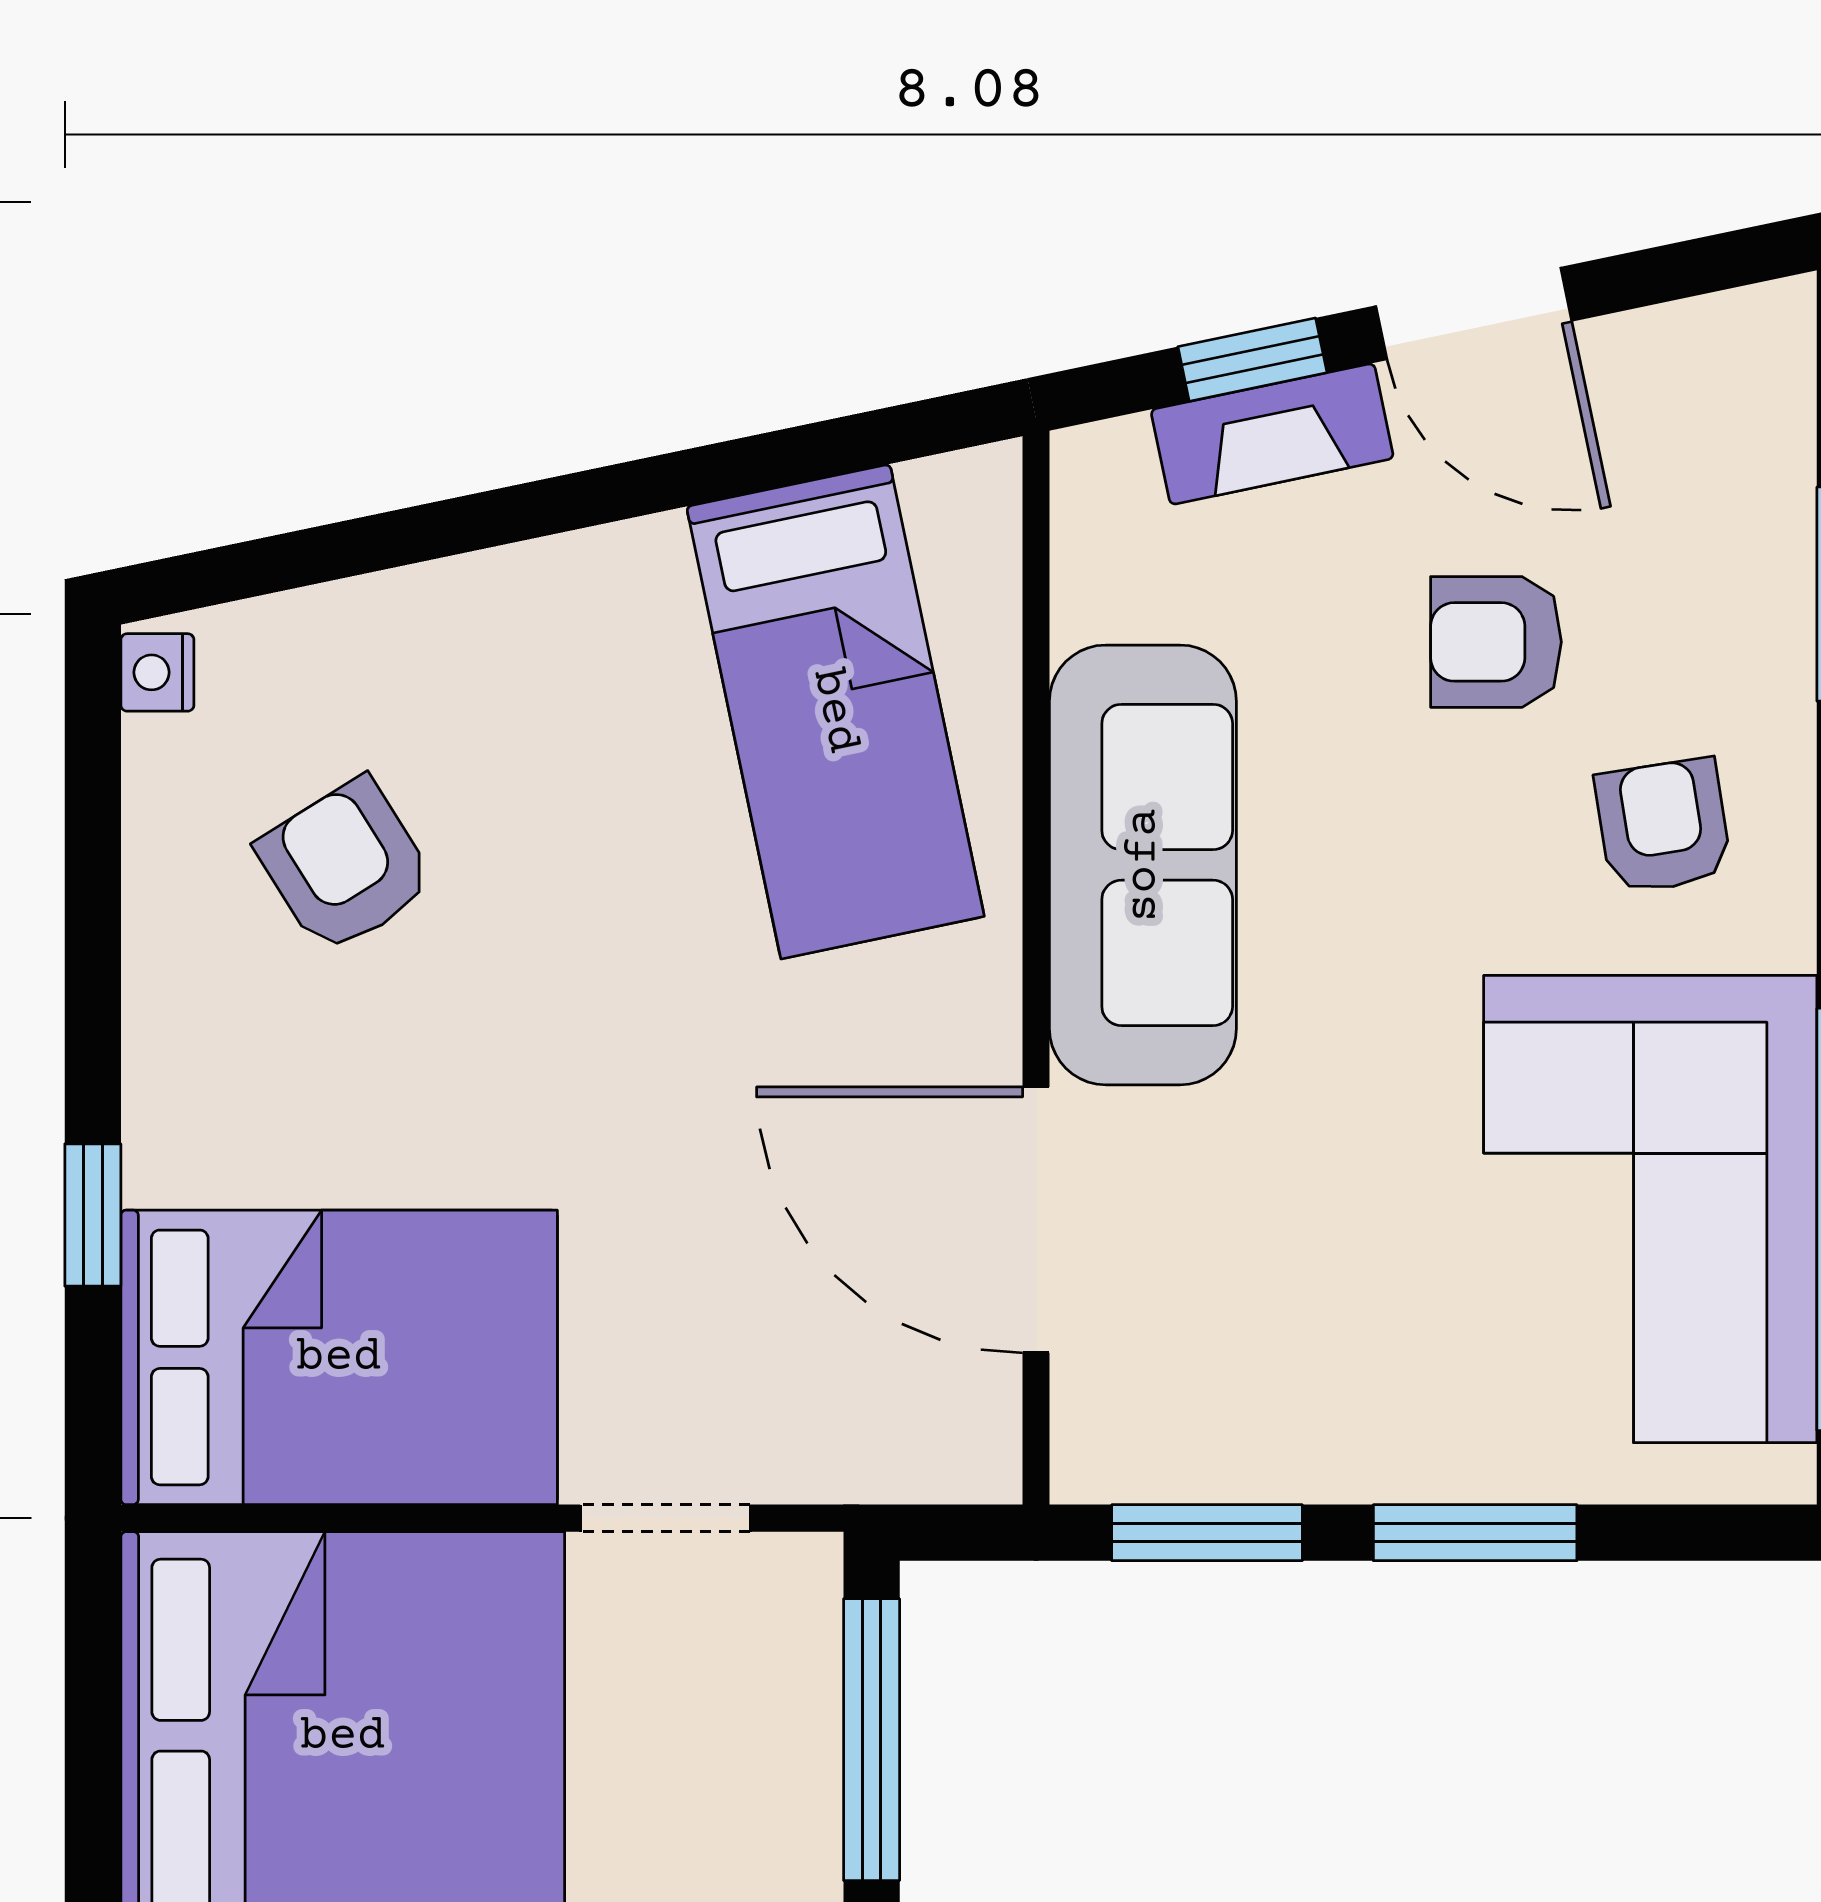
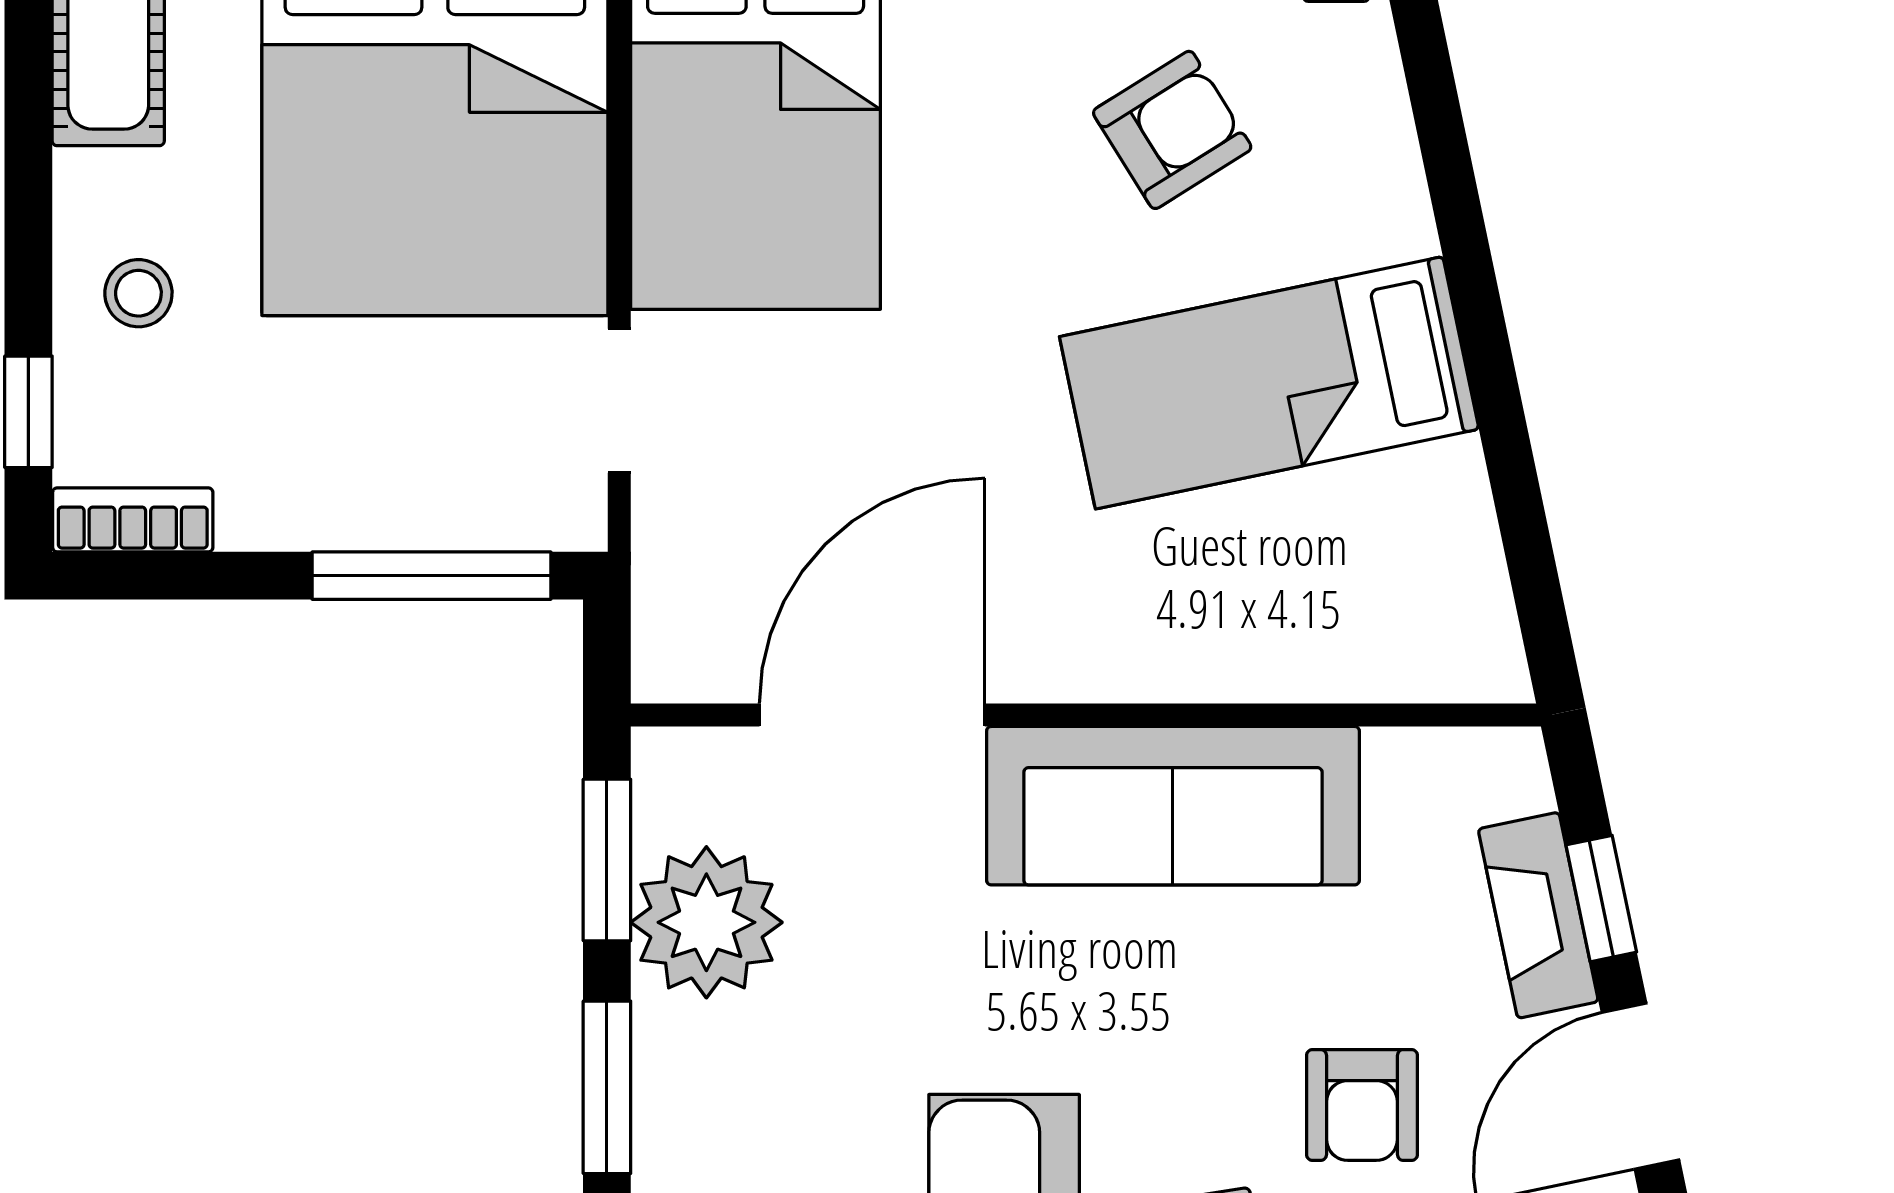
armchair: (1496, 642) -> (1362, 1105), turned 180
bed: (835, 711) -> (1269, 383), moved
plant: (1280, 1415) -> (706, 922), added

